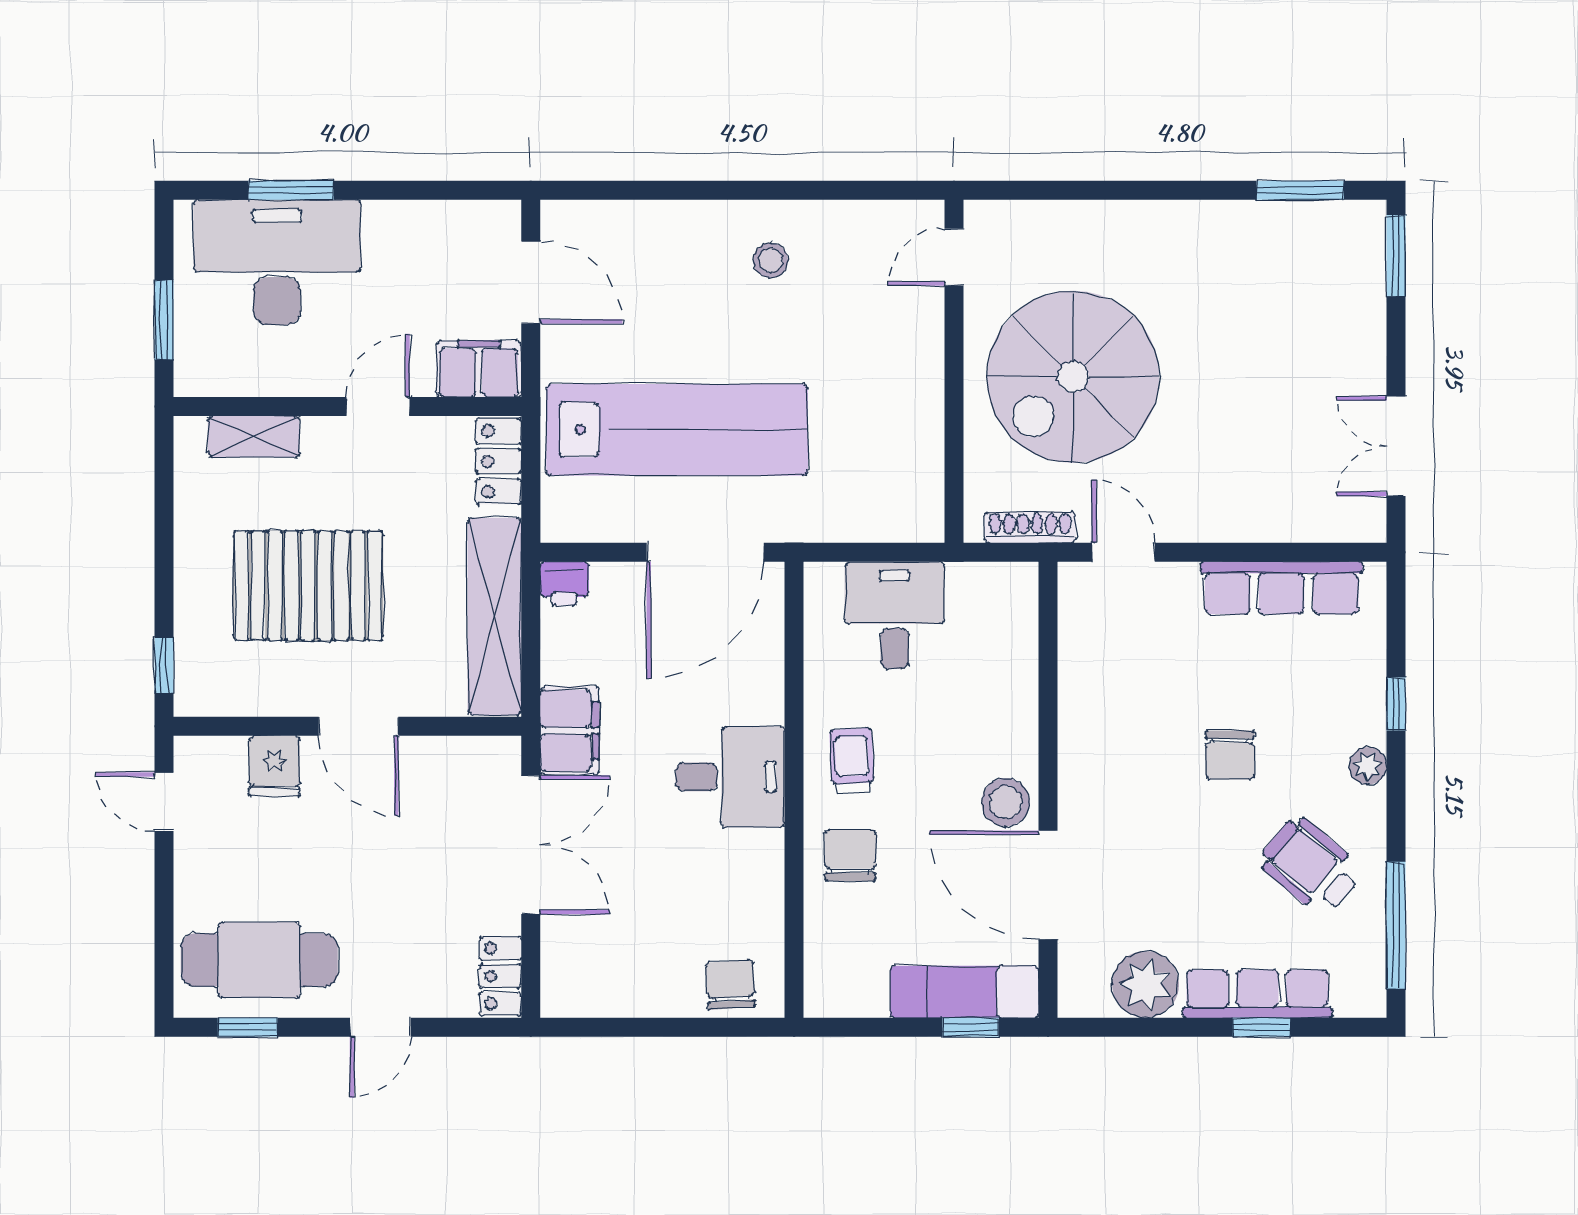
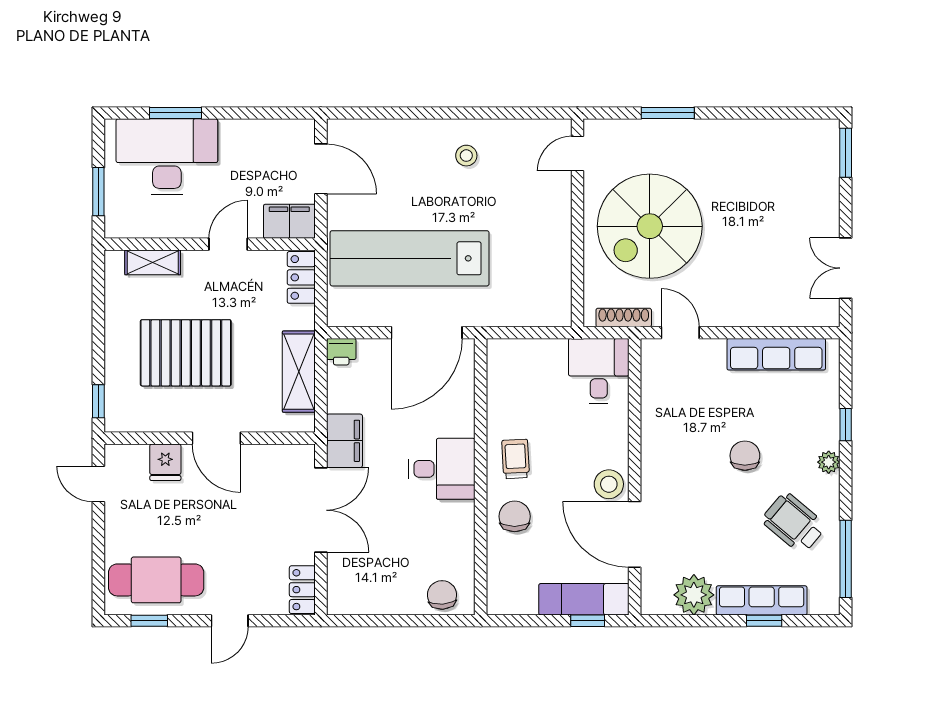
window: (1300, 190) -> (668, 113), moved
lab bench: (677, 430) -> (410, 258), turned 180
desk: (894, 615) -> (599, 371), moved
shelving: (494, 616) -> (299, 372), width x0.68
chair: (1230, 755) -> (745, 456), turned 180

